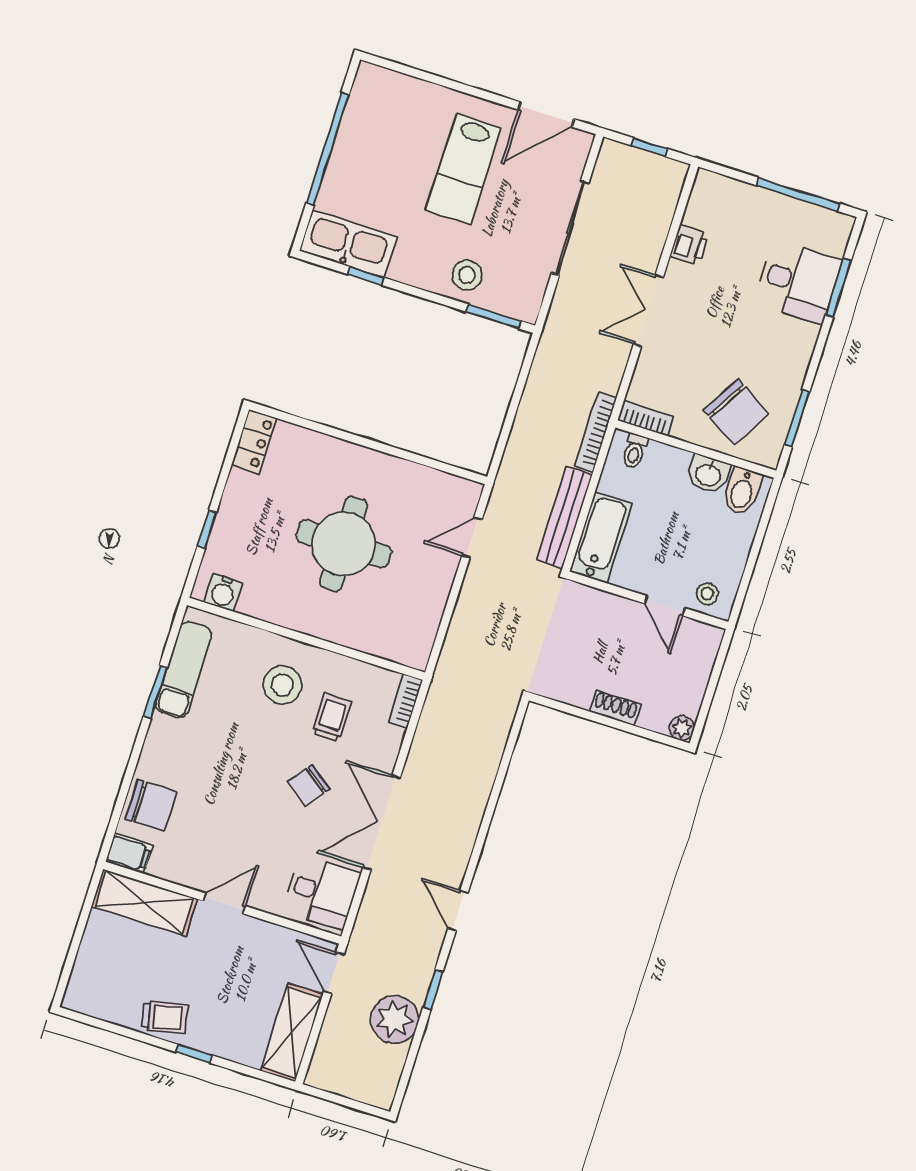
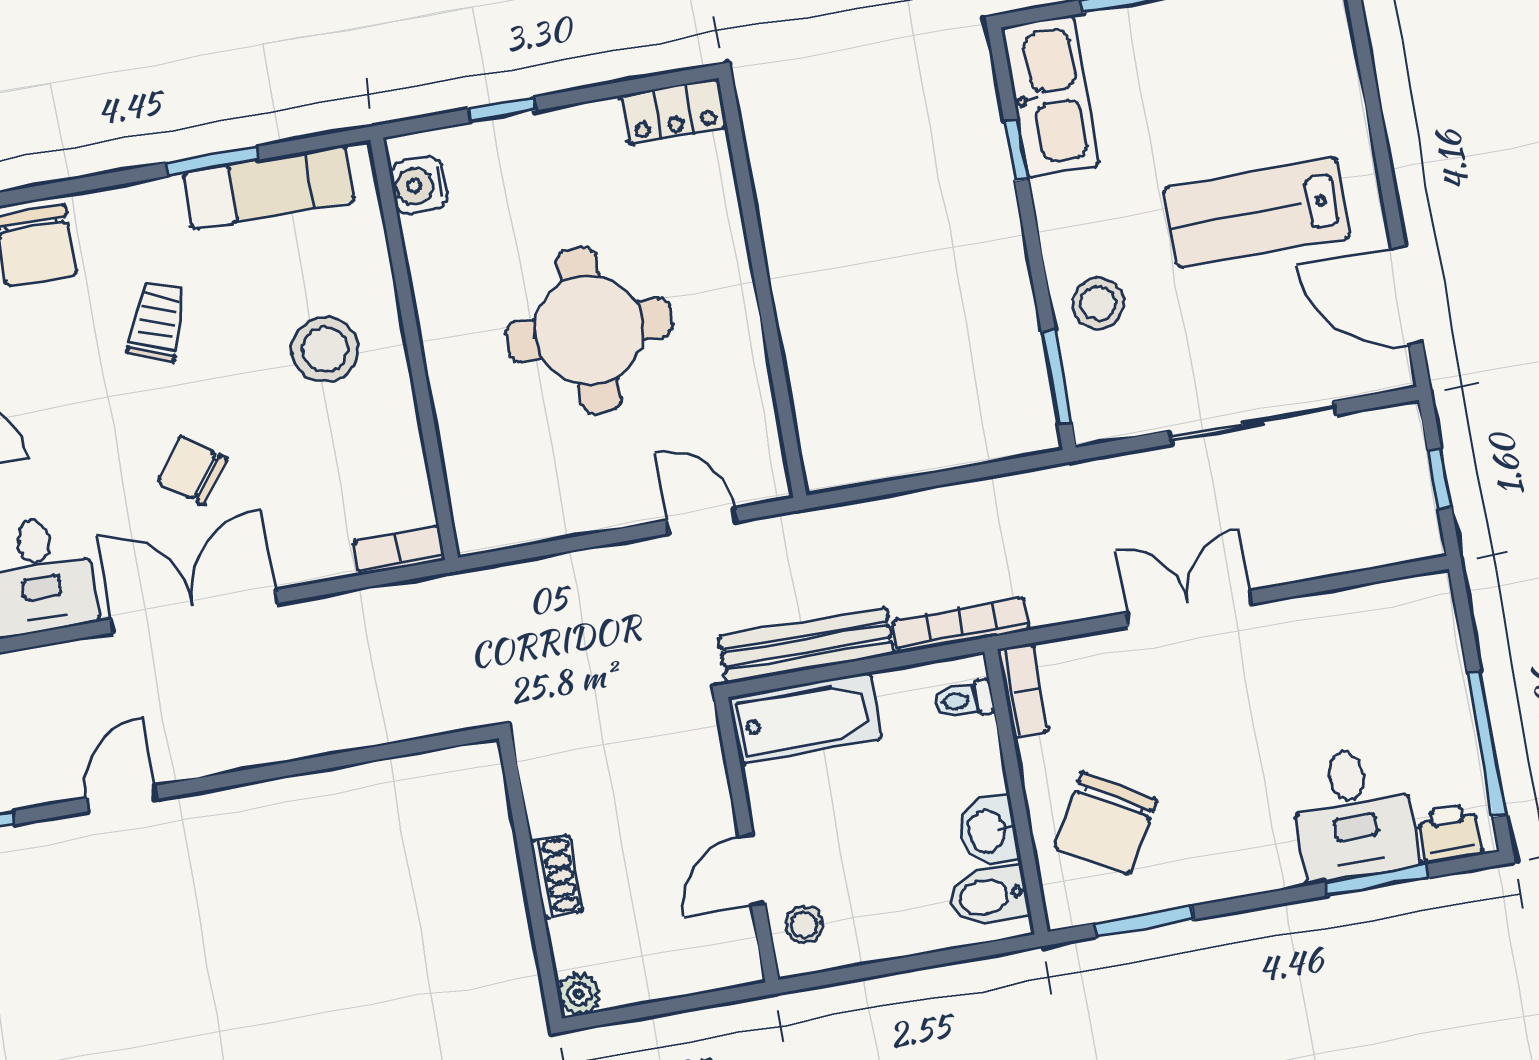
printer: (689, 245) -> (1450, 834), moved, turned 180
trolley: (332, 718) -> (157, 321), moved, turned -69

